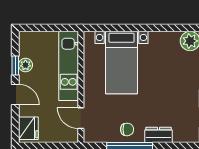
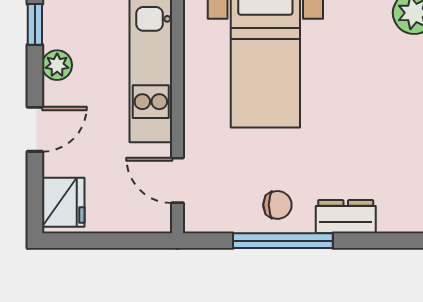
window: (15, 65) -> (35, 24), moved
door: (15, 95) -> (35, 129), hinge flipped

